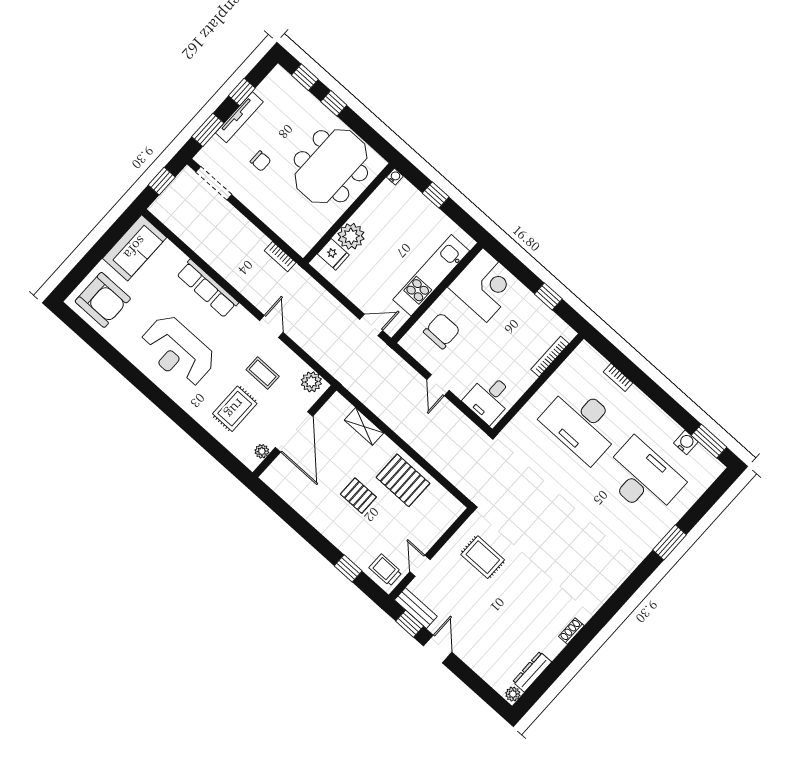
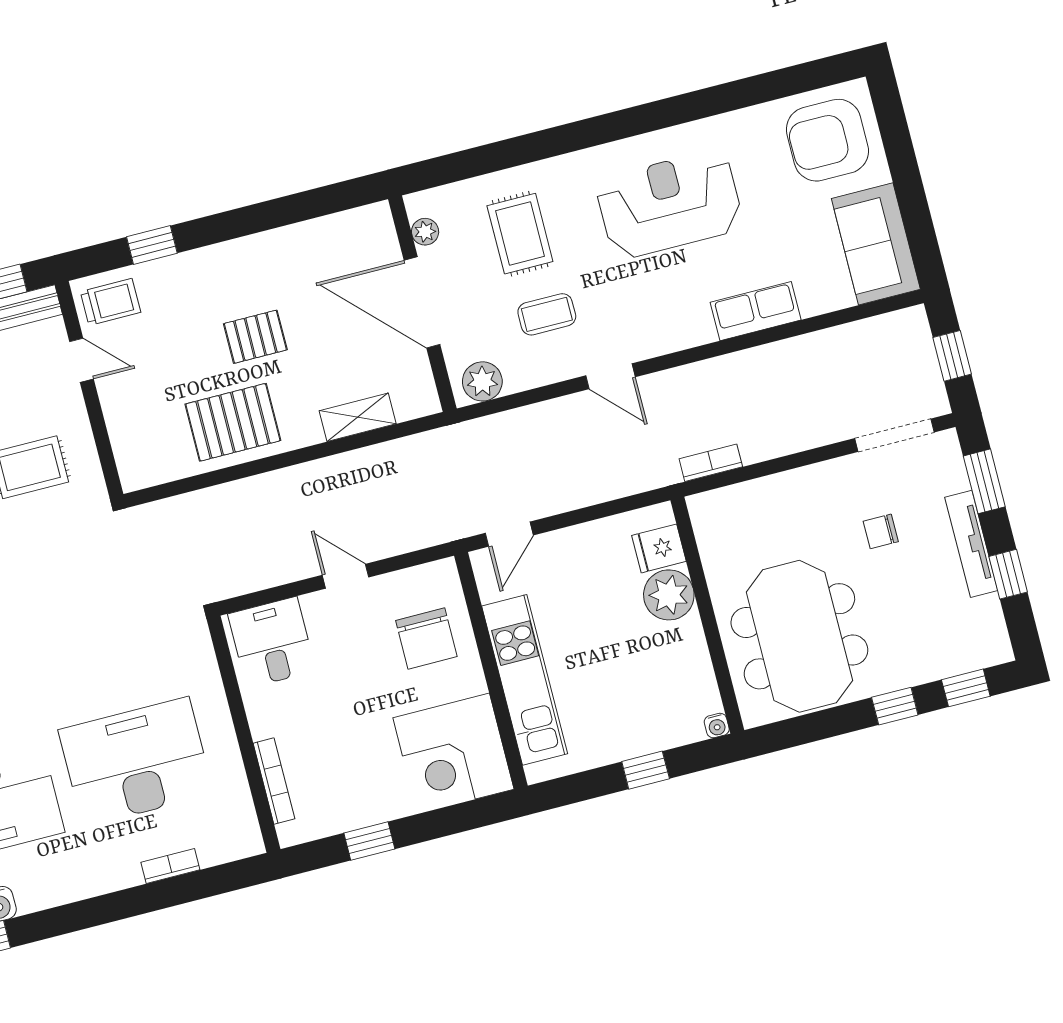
row of seats: (208, 289) -> (756, 311), width x0.68

